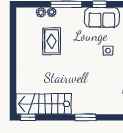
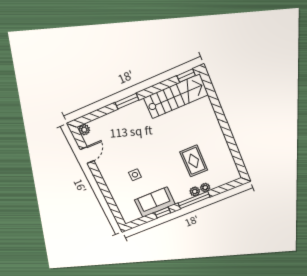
plant: (41, 12) -> (195, 191), moved

